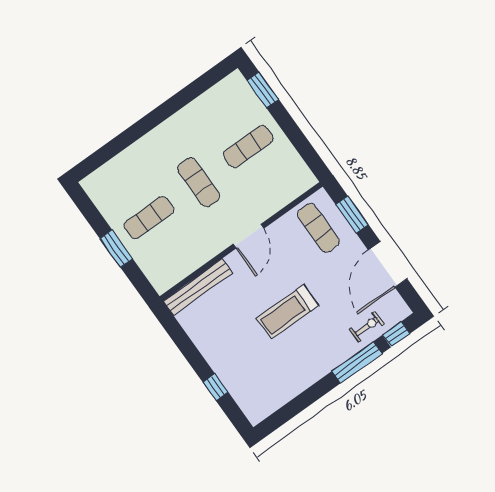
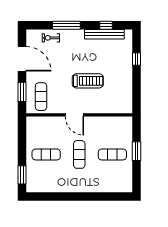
door: (248, 236) -> (74, 115), swing flipped
door: (388, 264) -> (22, 59), hinge flipped
bench: (198, 287) -> (104, 34), moved
treadmill: (288, 312) -> (88, 81), moved
window: (396, 334) -> (106, 25), moved

